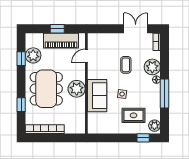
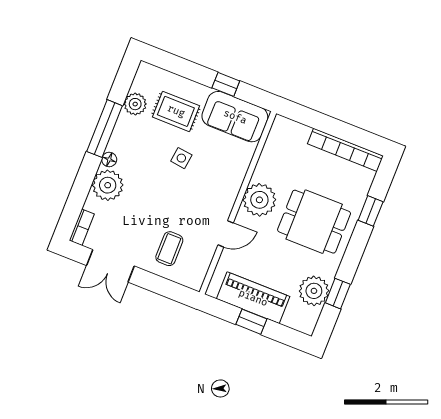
door: (86, 56) -> (226, 234), moved
coffee table: (126, 65) -> (169, 249), moved
dining table: (46, 89) -> (314, 222), width x0.73
sofa: (97, 96) -> (235, 117), moved, turned -90
plant: (154, 126) -> (135, 104), moved
window: (143, 138) -> (226, 84), moved

